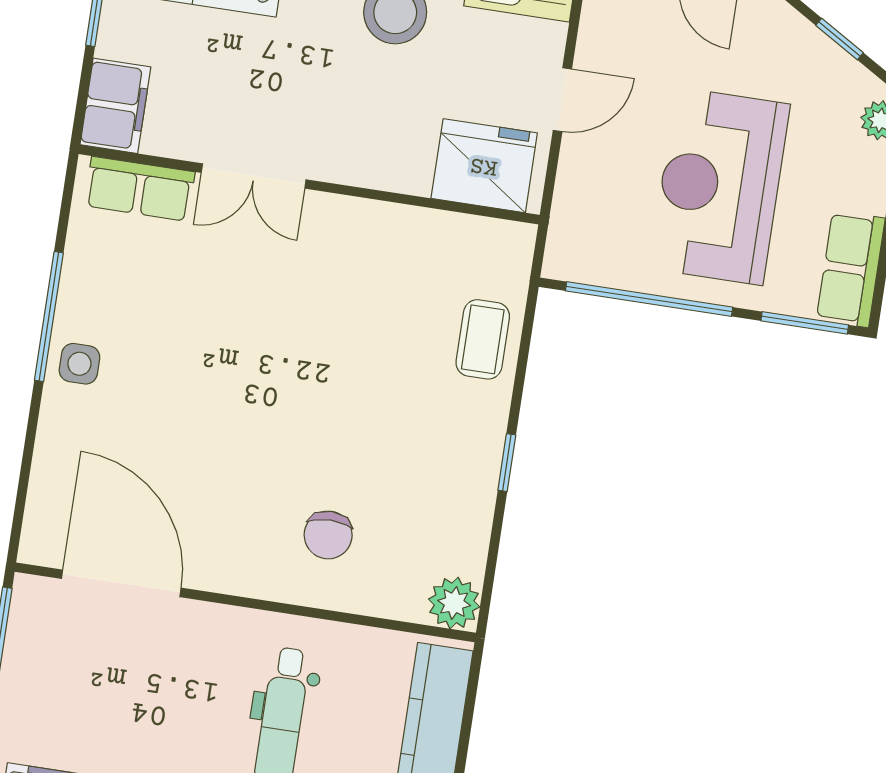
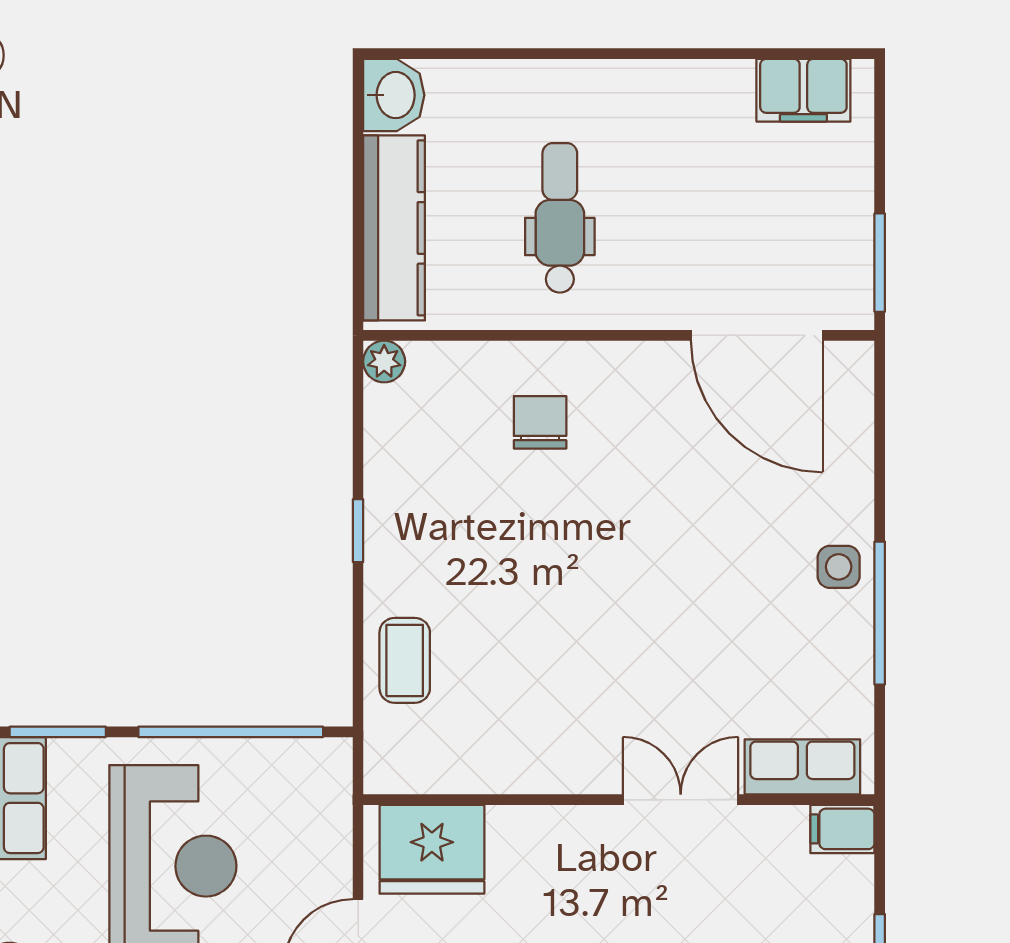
filing cabinet: (115, 106) -> (842, 829), width x0.50
plant: (454, 603) -> (384, 361), width x0.73, depth x0.73

